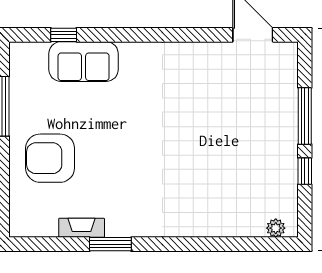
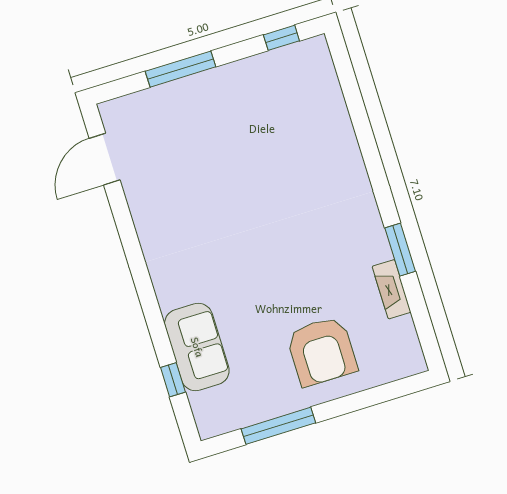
window: (305, 171) -> (281, 38), moved
plant: (276, 228) -> (322, 63), removed

